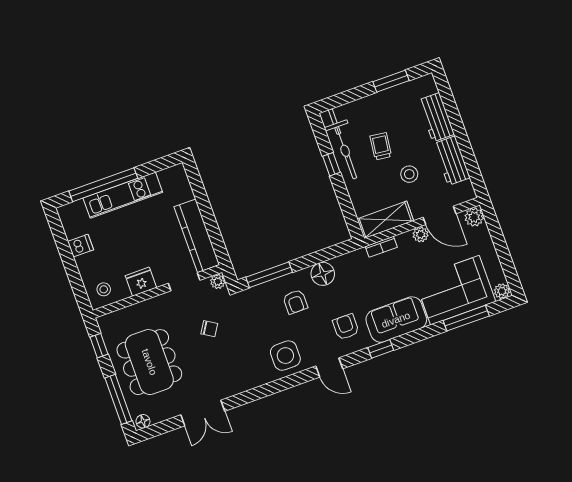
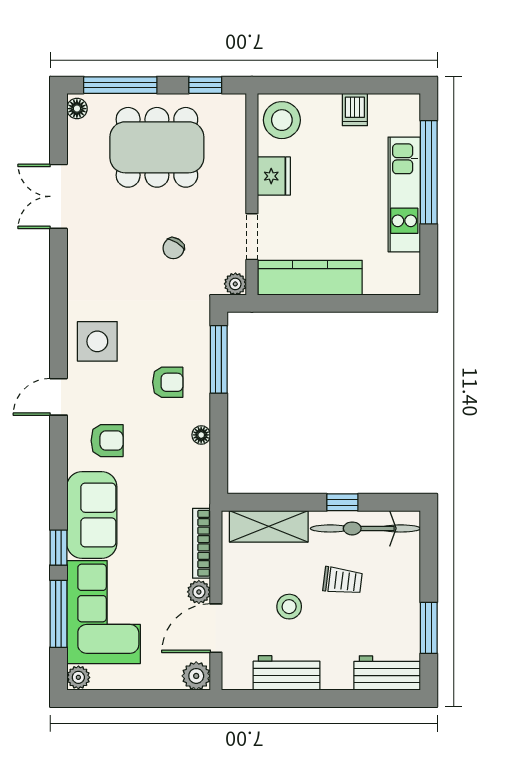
workbench: (436, 117) -> (387, 673), moved
shelving: (385, 220) -> (269, 526), moved, turned 90
bookcase: (381, 247) -> (201, 543), width x1.56
floor lamp: (323, 274) -> (201, 435), width x0.53, depth x0.53
stool: (104, 289) -> (282, 120), width x1.89, depth x1.89
armchair: (295, 302) -> (168, 382), turned 180
window: (381, 349) -> (58, 548), moved

